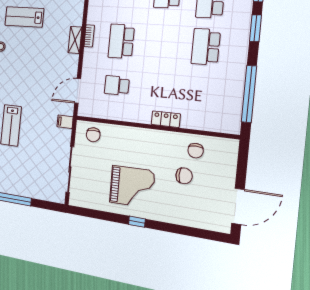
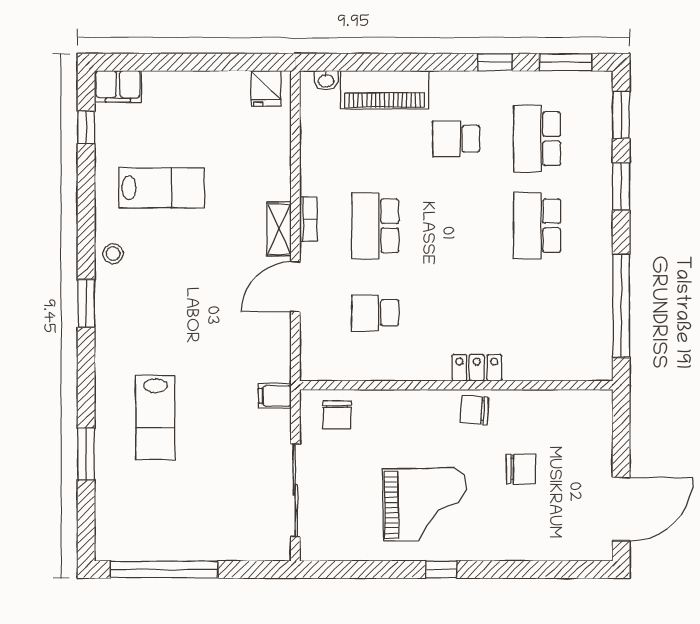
lab bench: (24, 17) -> (161, 188), turned 180
door: (78, 91) -> (295, 287), moved
chair: (196, 151) -> (475, 410), moved, turned 94

